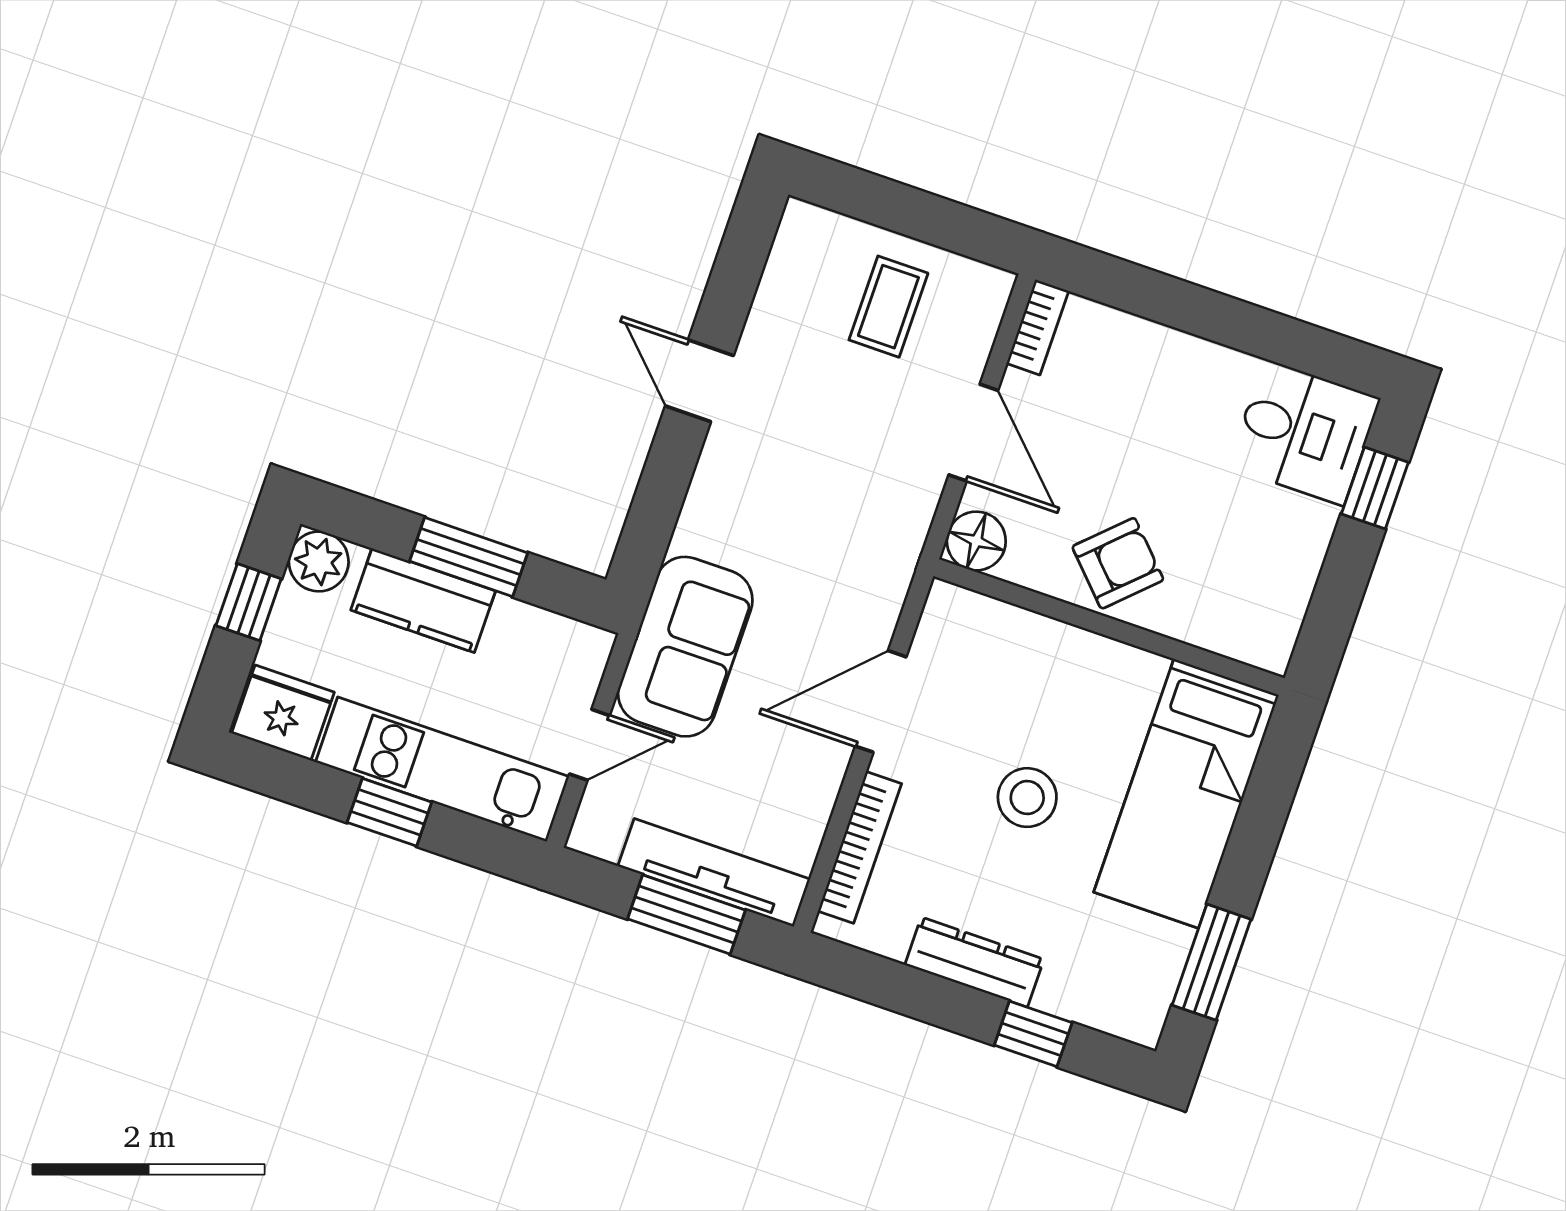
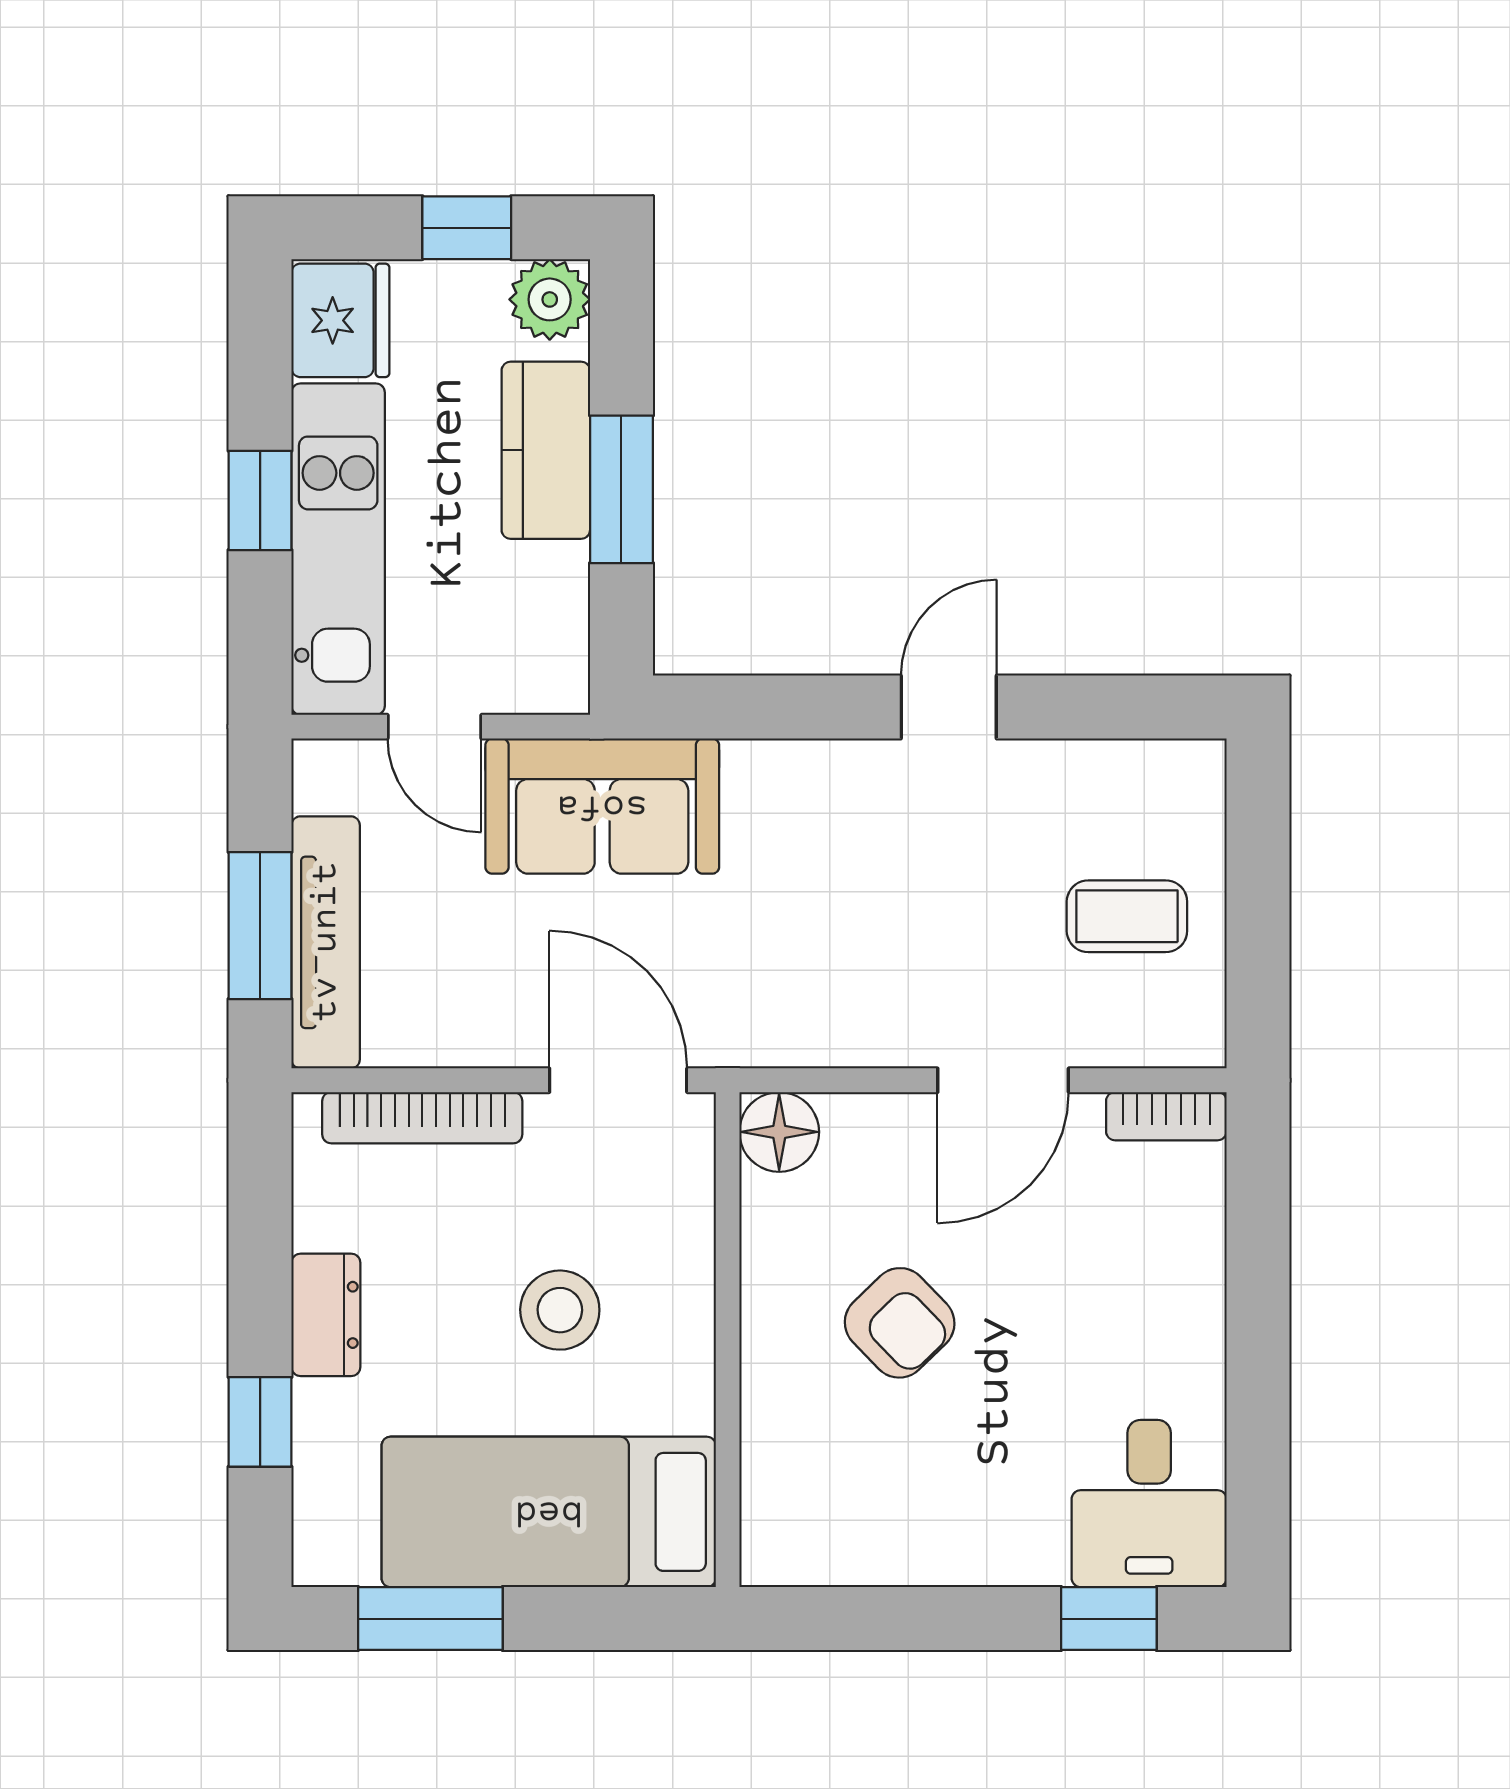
floor lamp: (976, 541) -> (779, 1132), moved
wall: (1109, 627) -> (728, 1340), moved
bed: (1186, 793) -> (549, 1512), moved
dresser: (974, 962) -> (326, 1315), width x0.70

